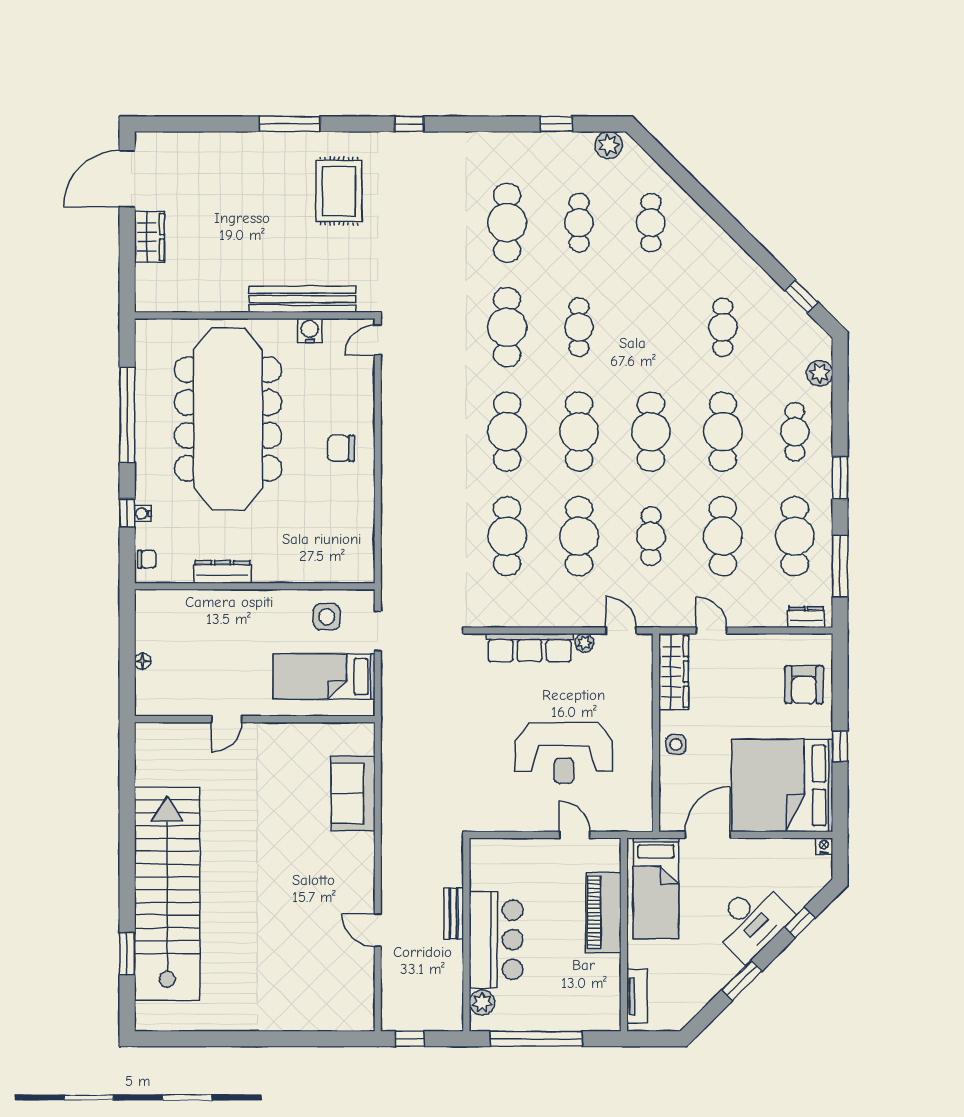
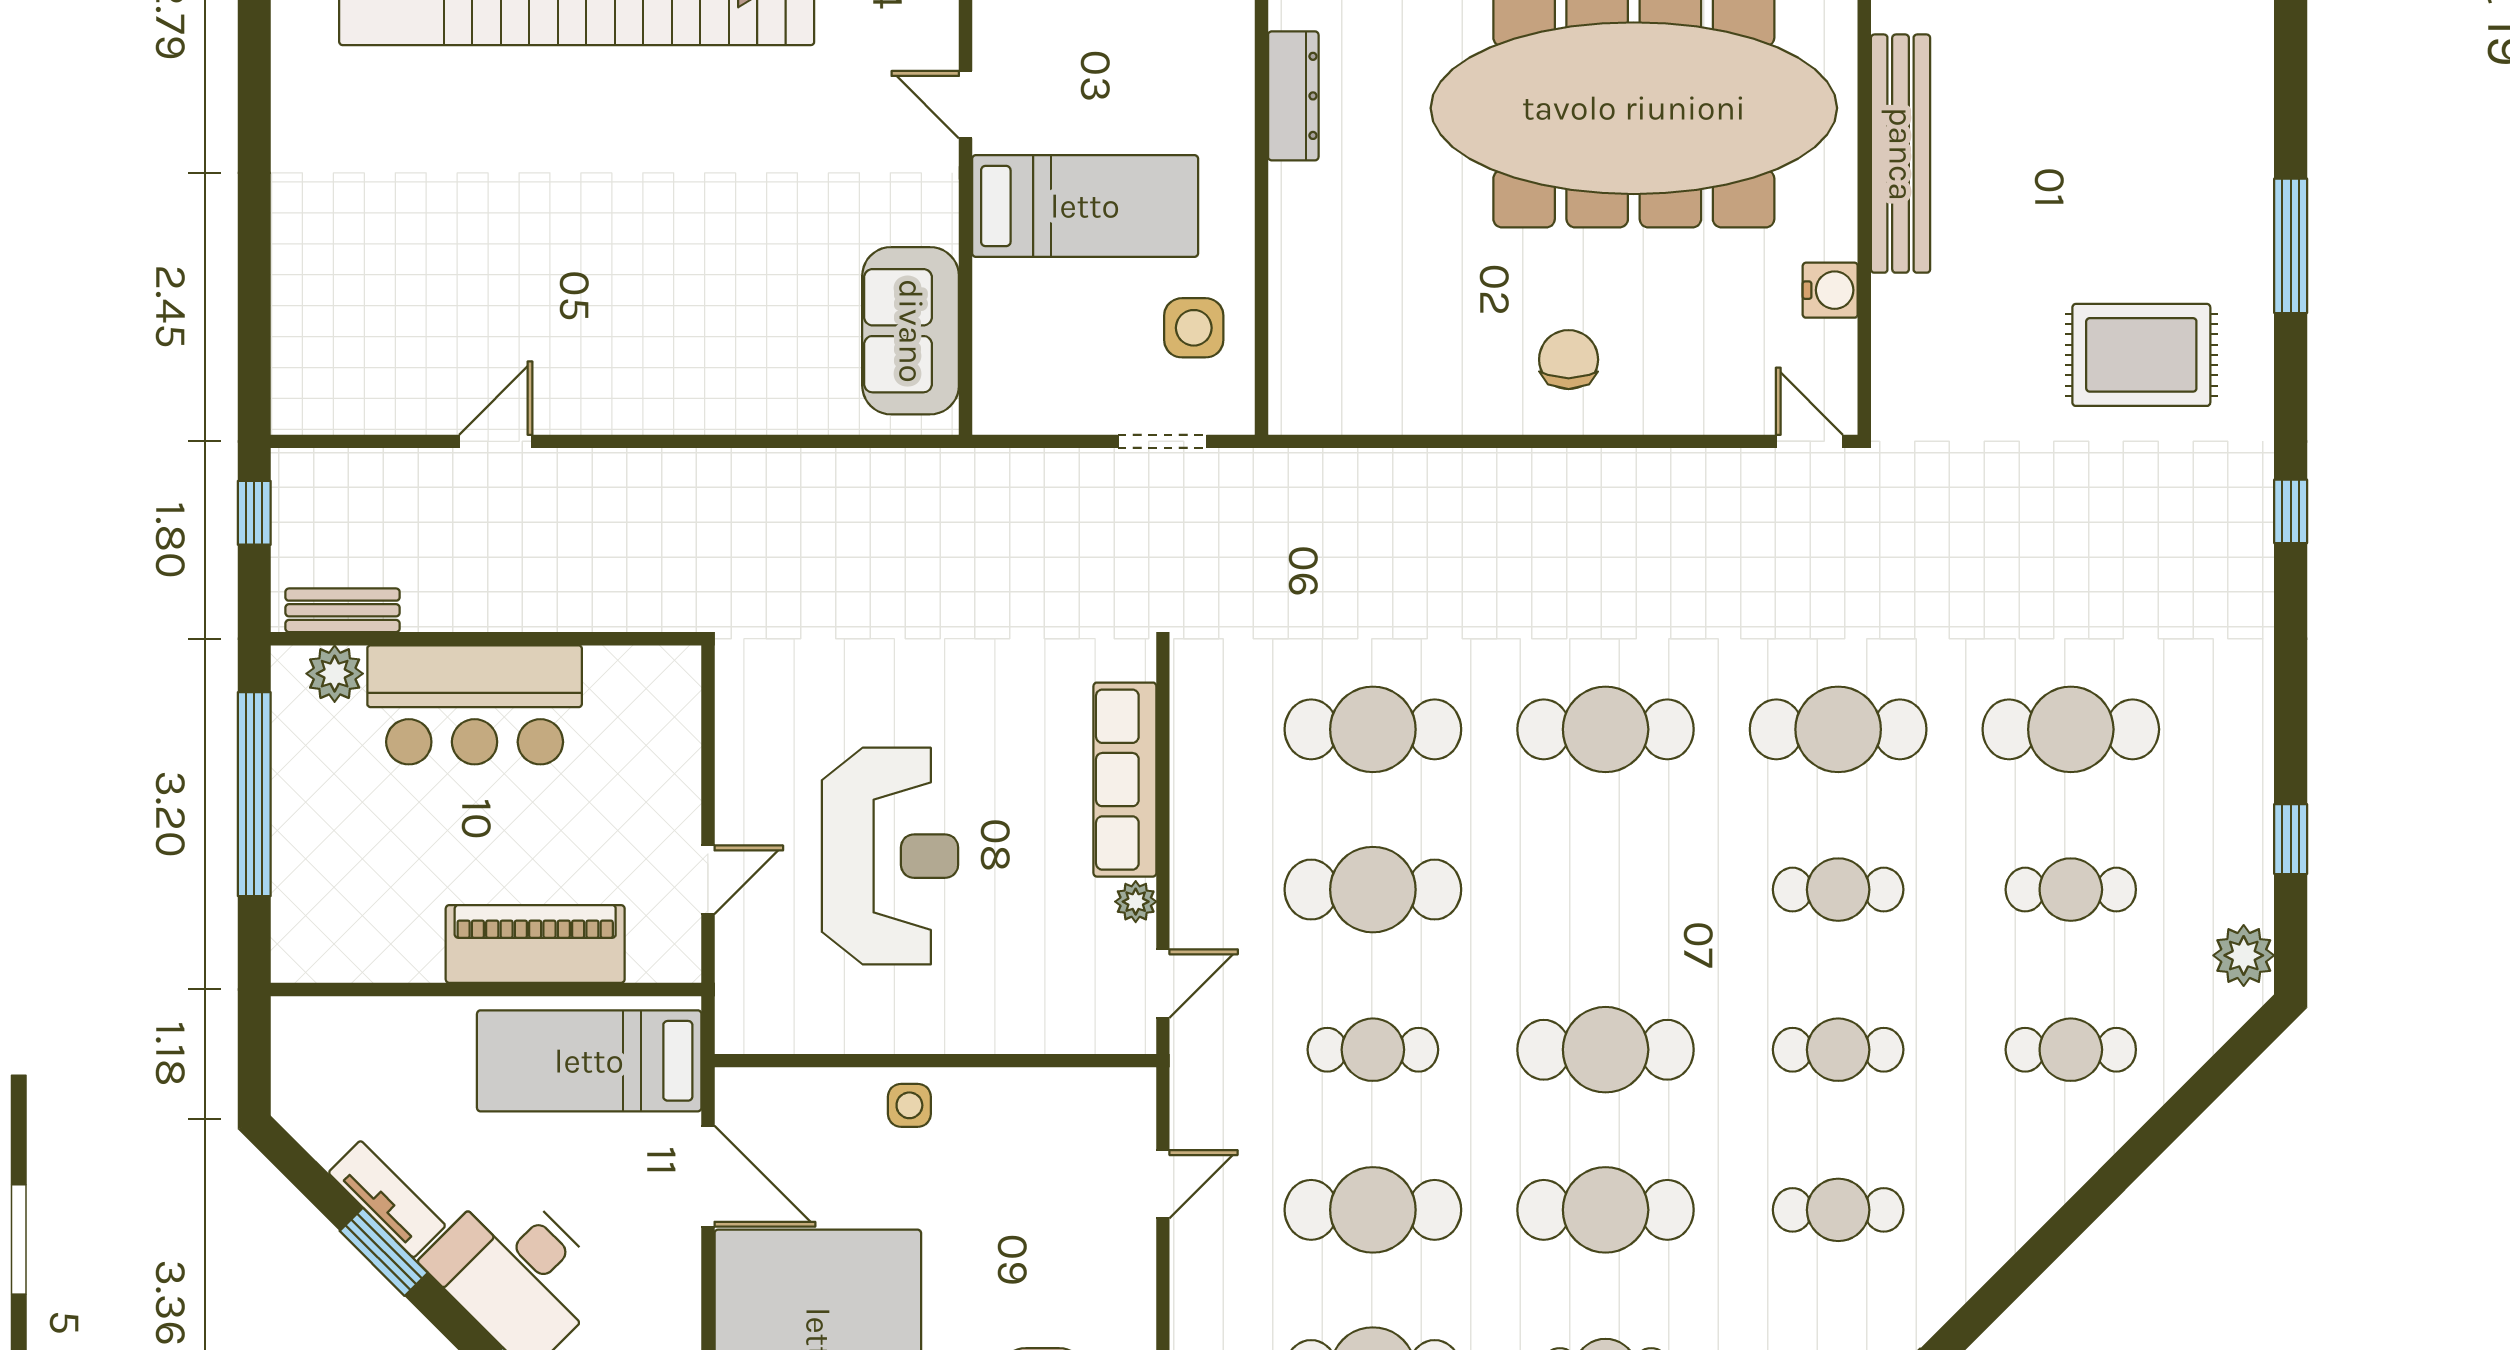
bench: (303, 299) -> (1901, 154), moved
cafe table: (579, 432) -> (1838, 1050), moved, width x0.73, depth x0.74
wardrobe: (674, 672) -> (1072, 1100), removed
bed: (324, 676) -> (1085, 206), moved, turned 90
reception desk: (564, 753) -> (890, 856), turned 180
sofa: (353, 793) -> (911, 331), moved, turned -90
bench: (454, 914) -> (343, 610), moved
tv unit: (637, 996) -> (387, 1199), moved, turned -135

